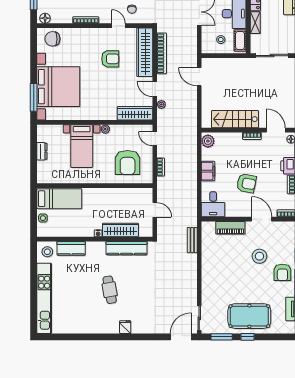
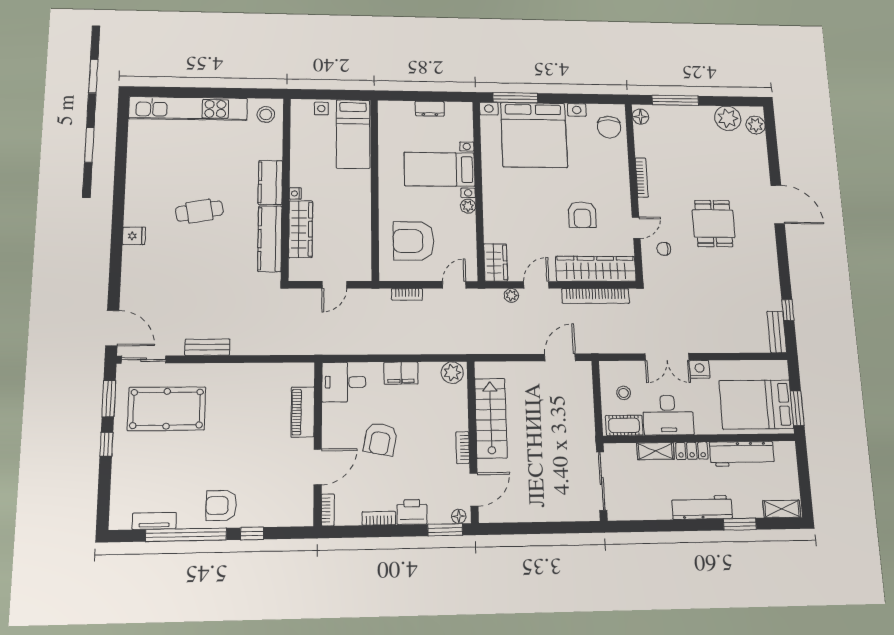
chair: (52, 39) -> (609, 127), turned 180
wardrobe: (135, 113) -> (496, 262), width x0.67
bench: (192, 240) -> (207, 347), moved
kitchen counter: (71, 248) -> (270, 182), moved
stool: (259, 256) -> (252, 464), removed
pool table: (249, 316) -> (167, 409), moved, turned 90

